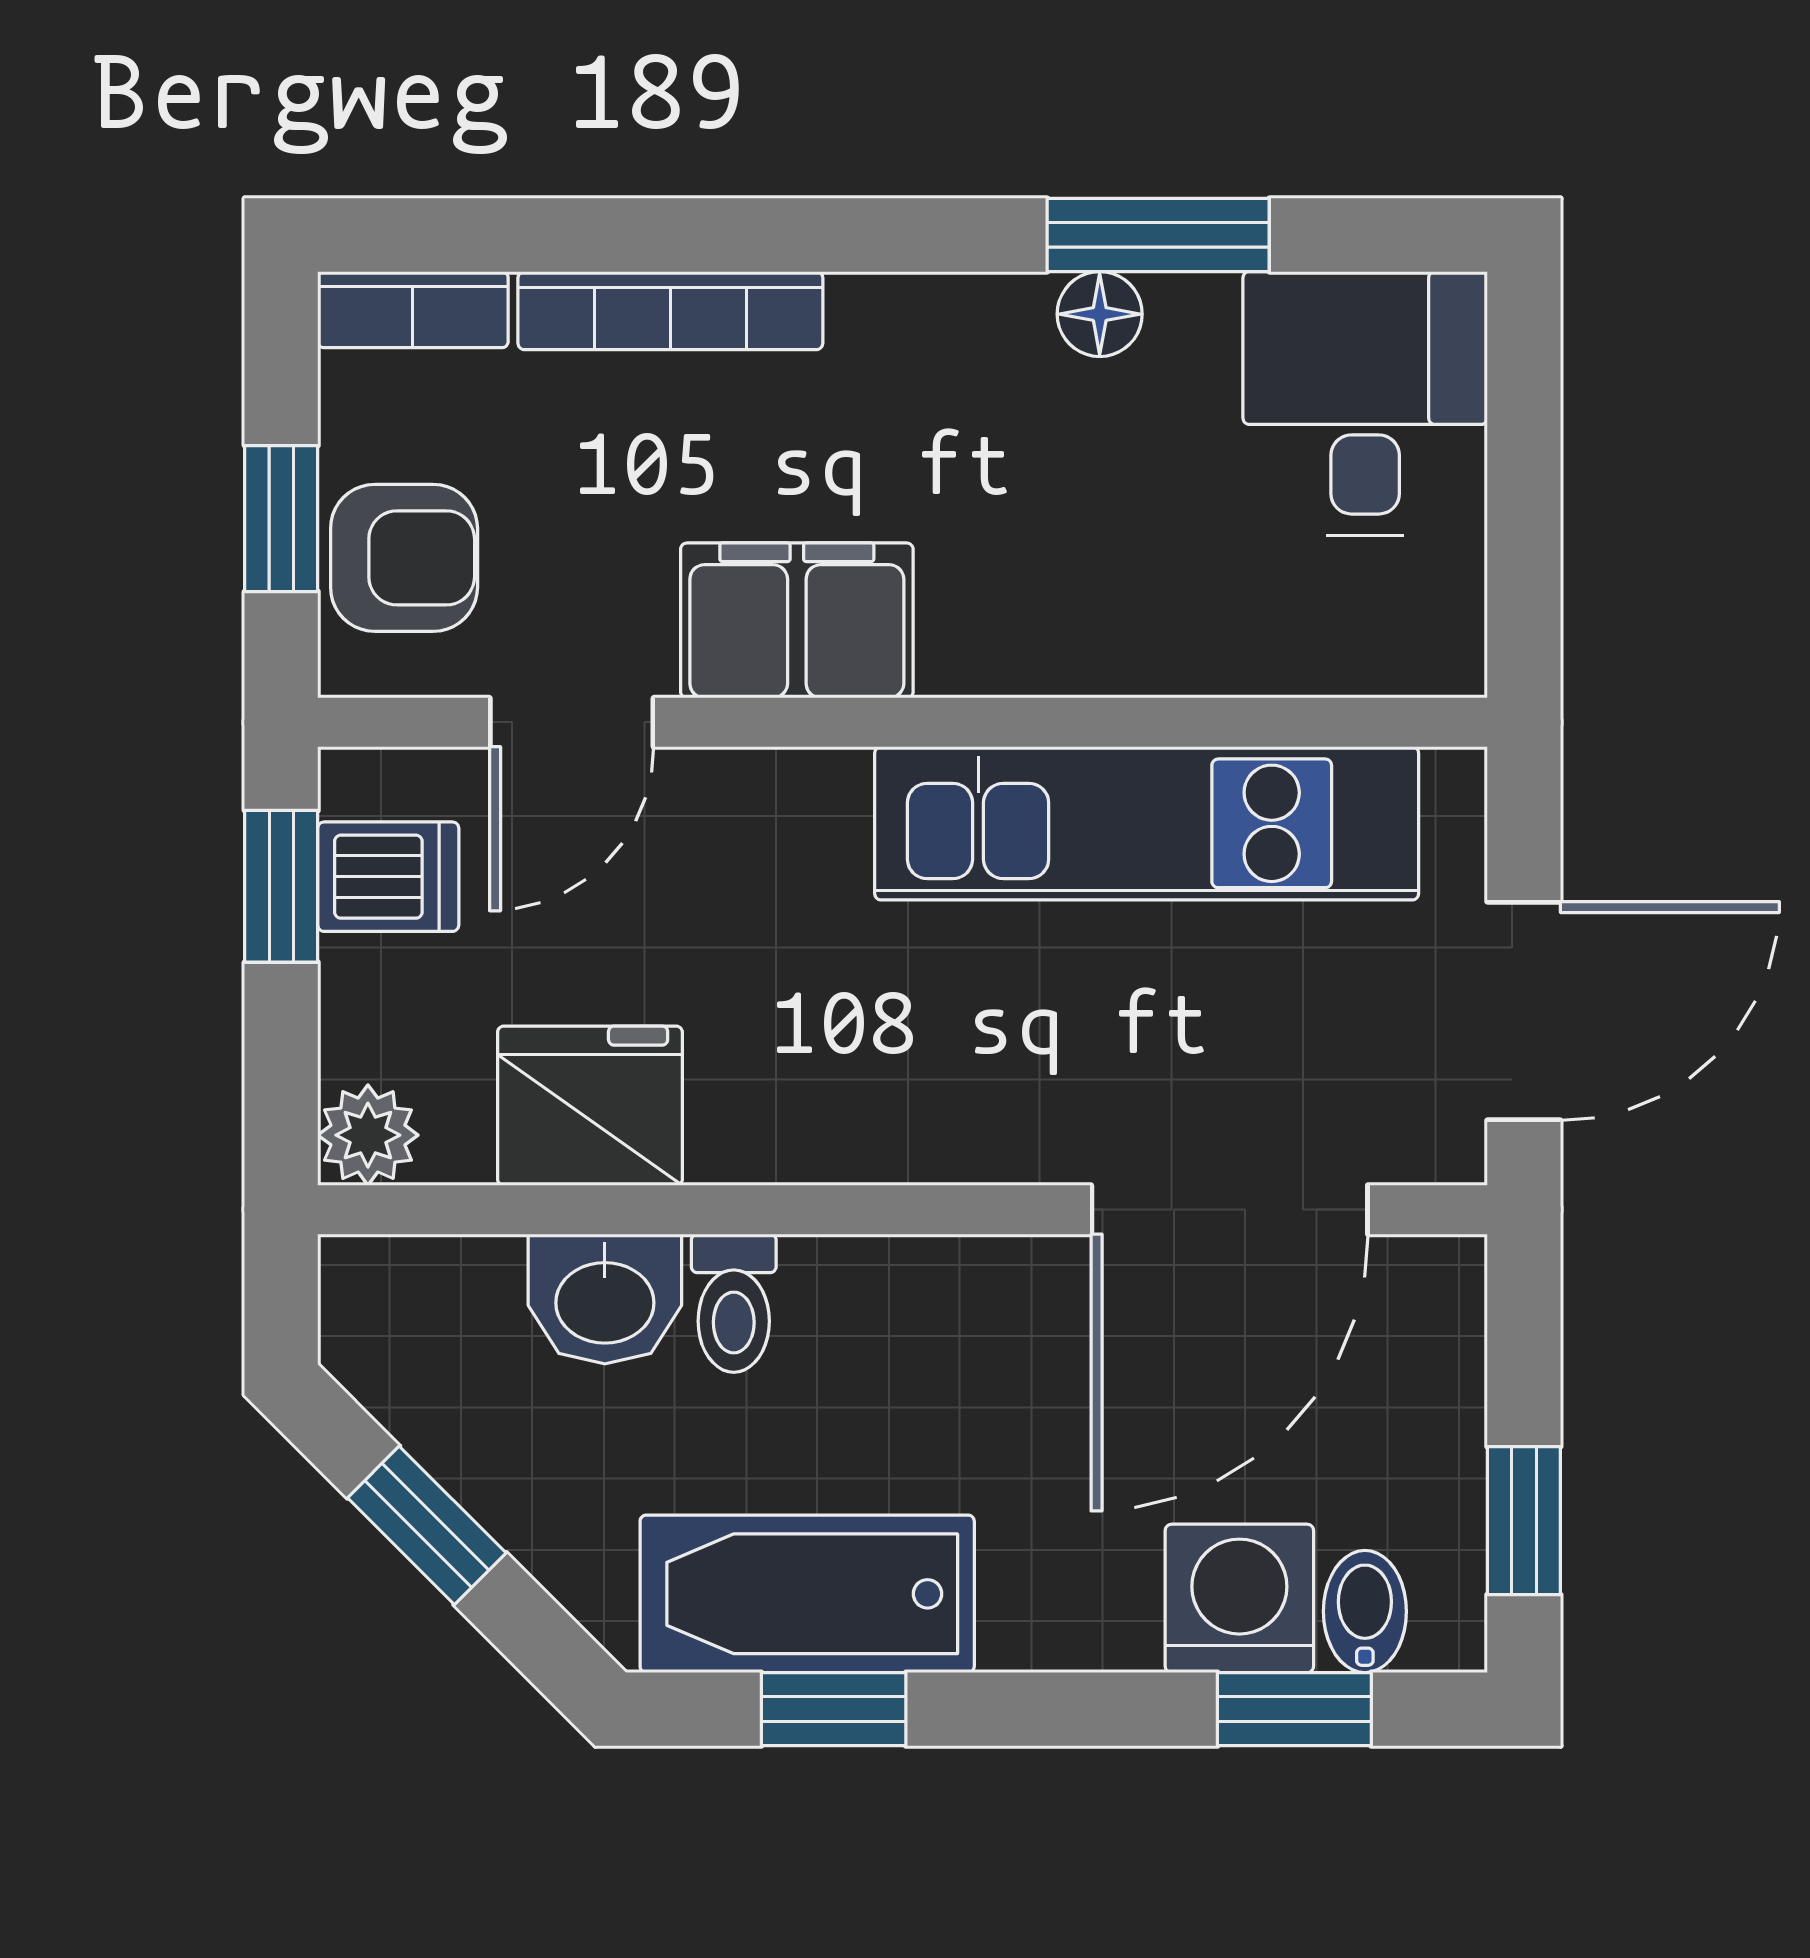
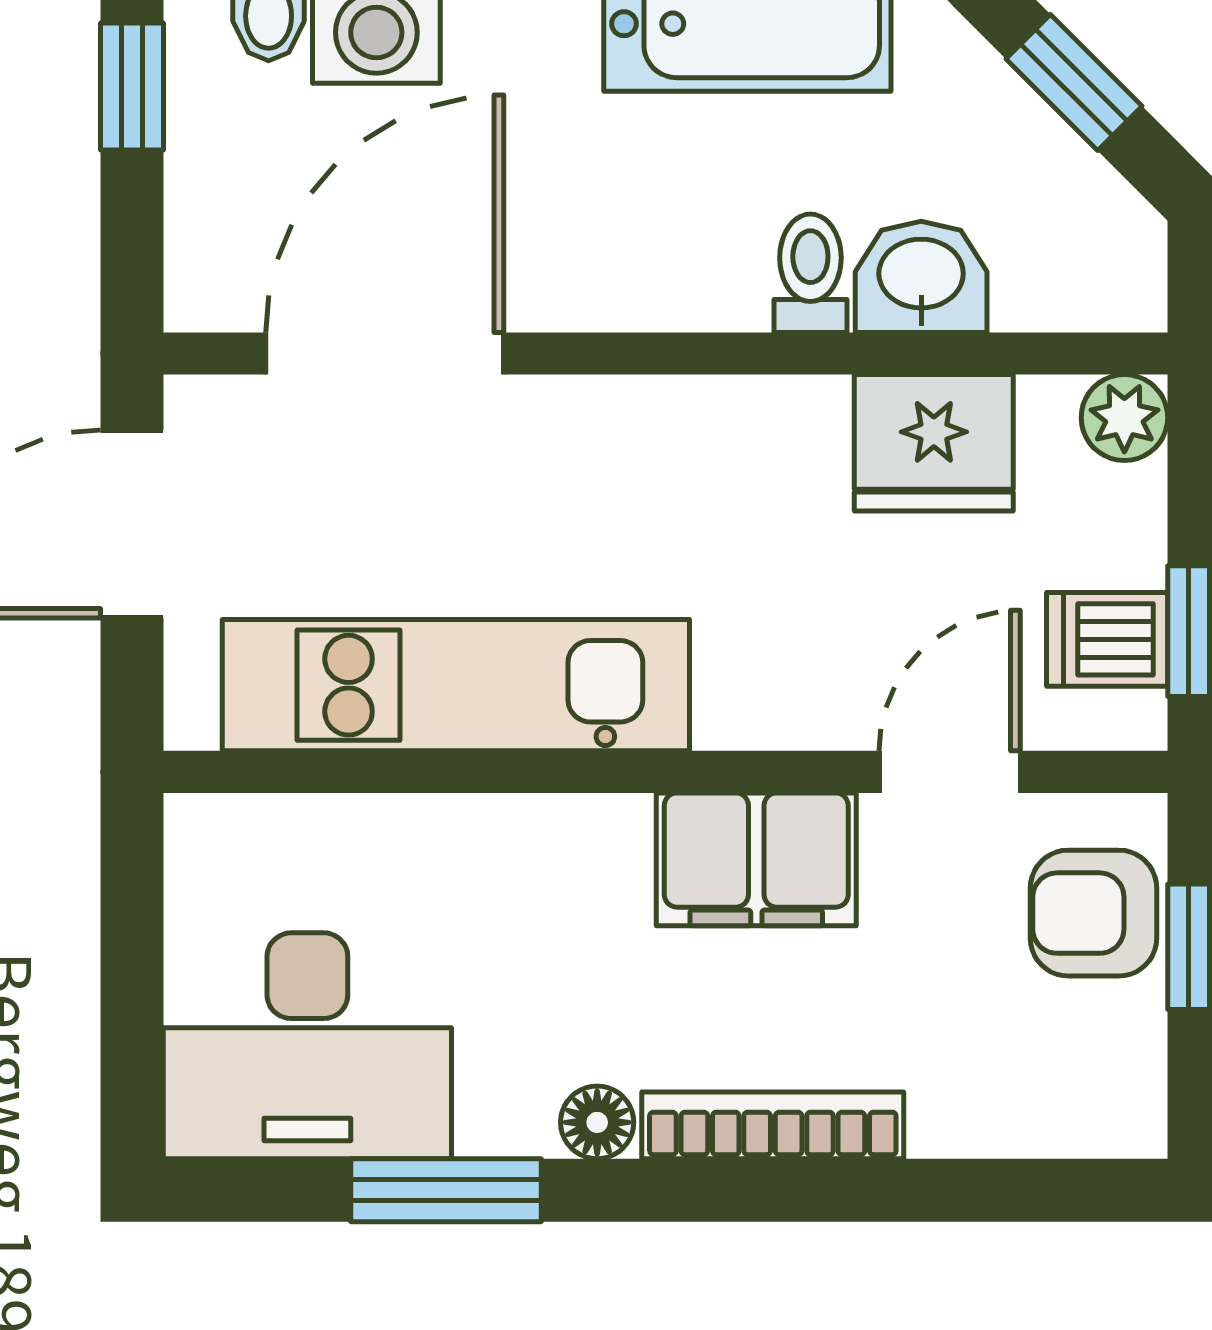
bookcase: (413, 310) -> (1086, 1126), removed
bookcase: (670, 311) -> (773, 1125), moved
floor lamp: (1100, 314) -> (597, 1122), moved
desk: (1365, 403) -> (307, 1046), width x1.37

